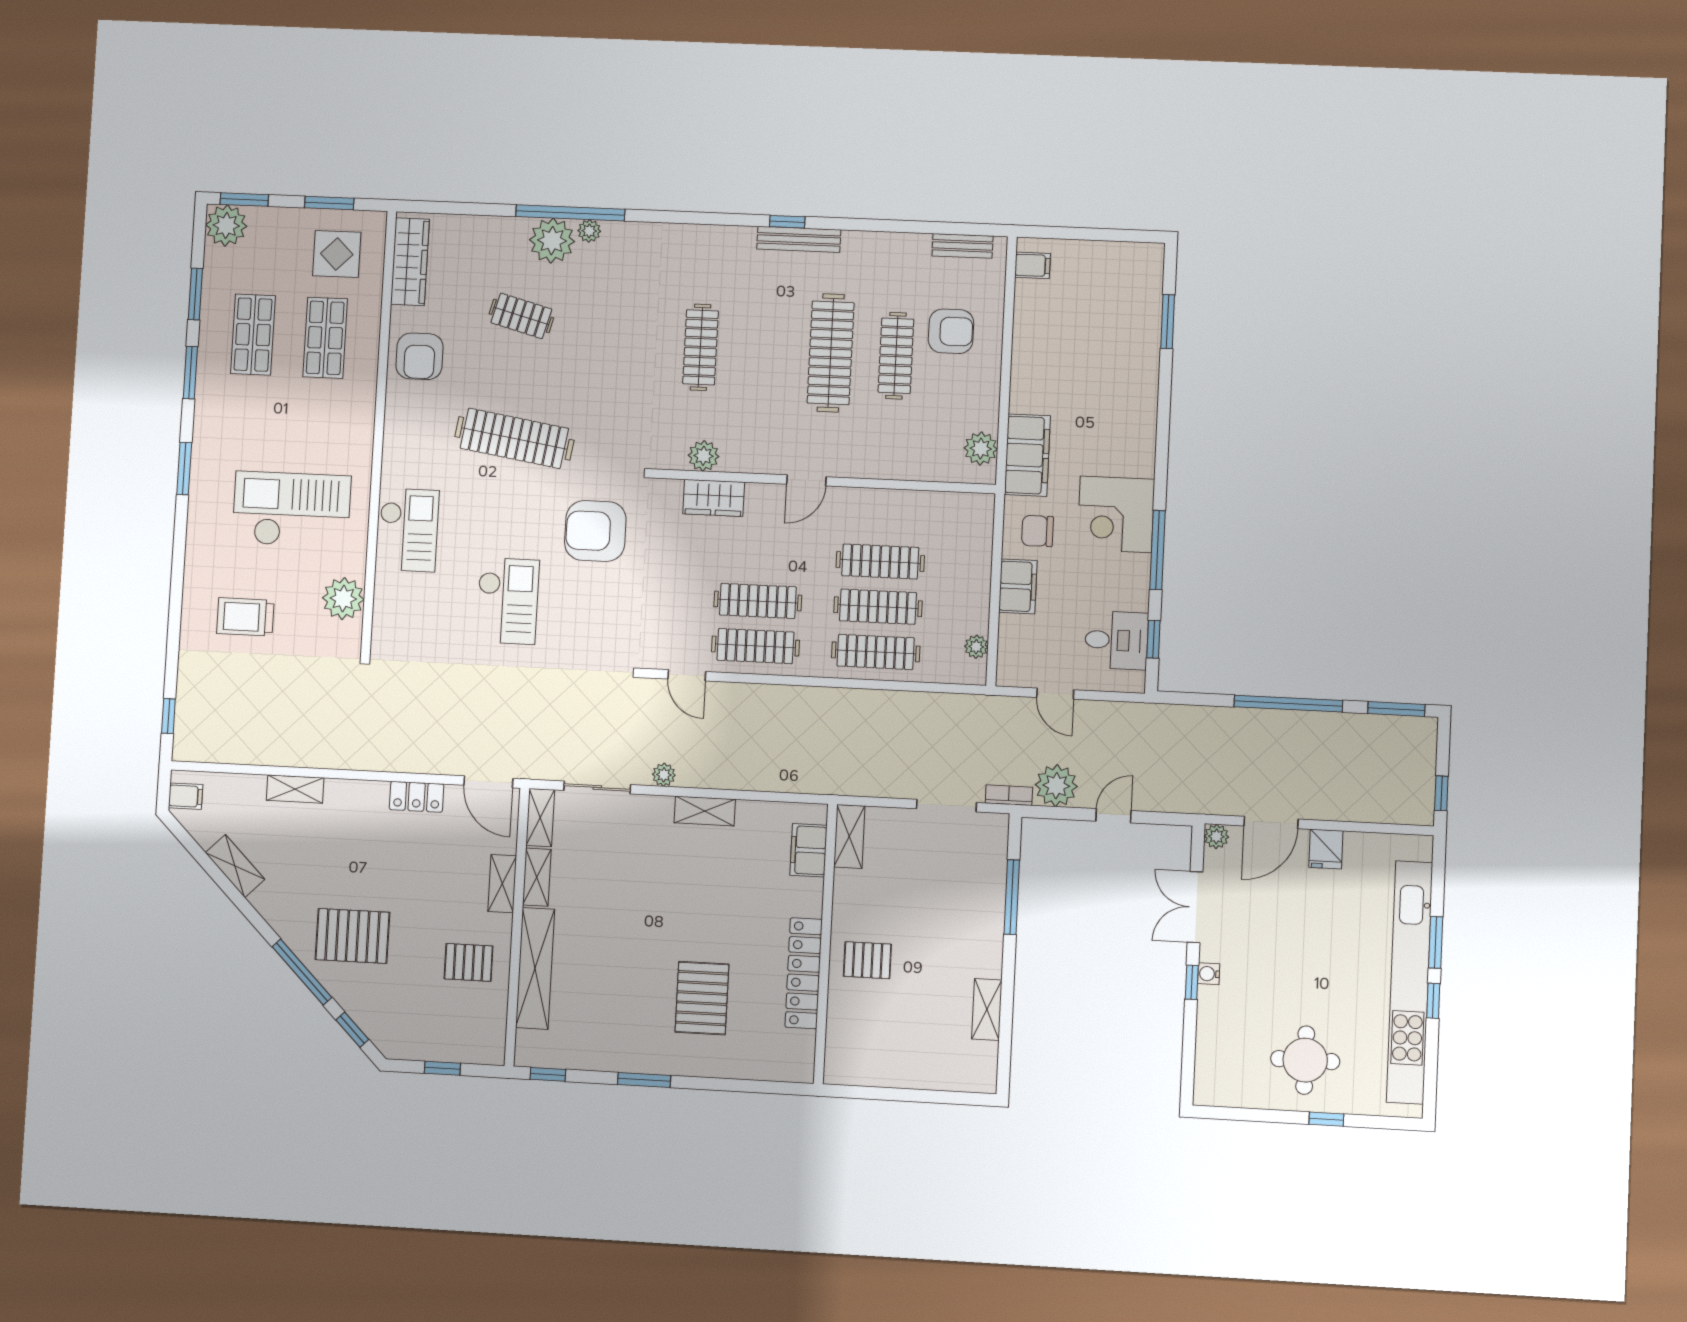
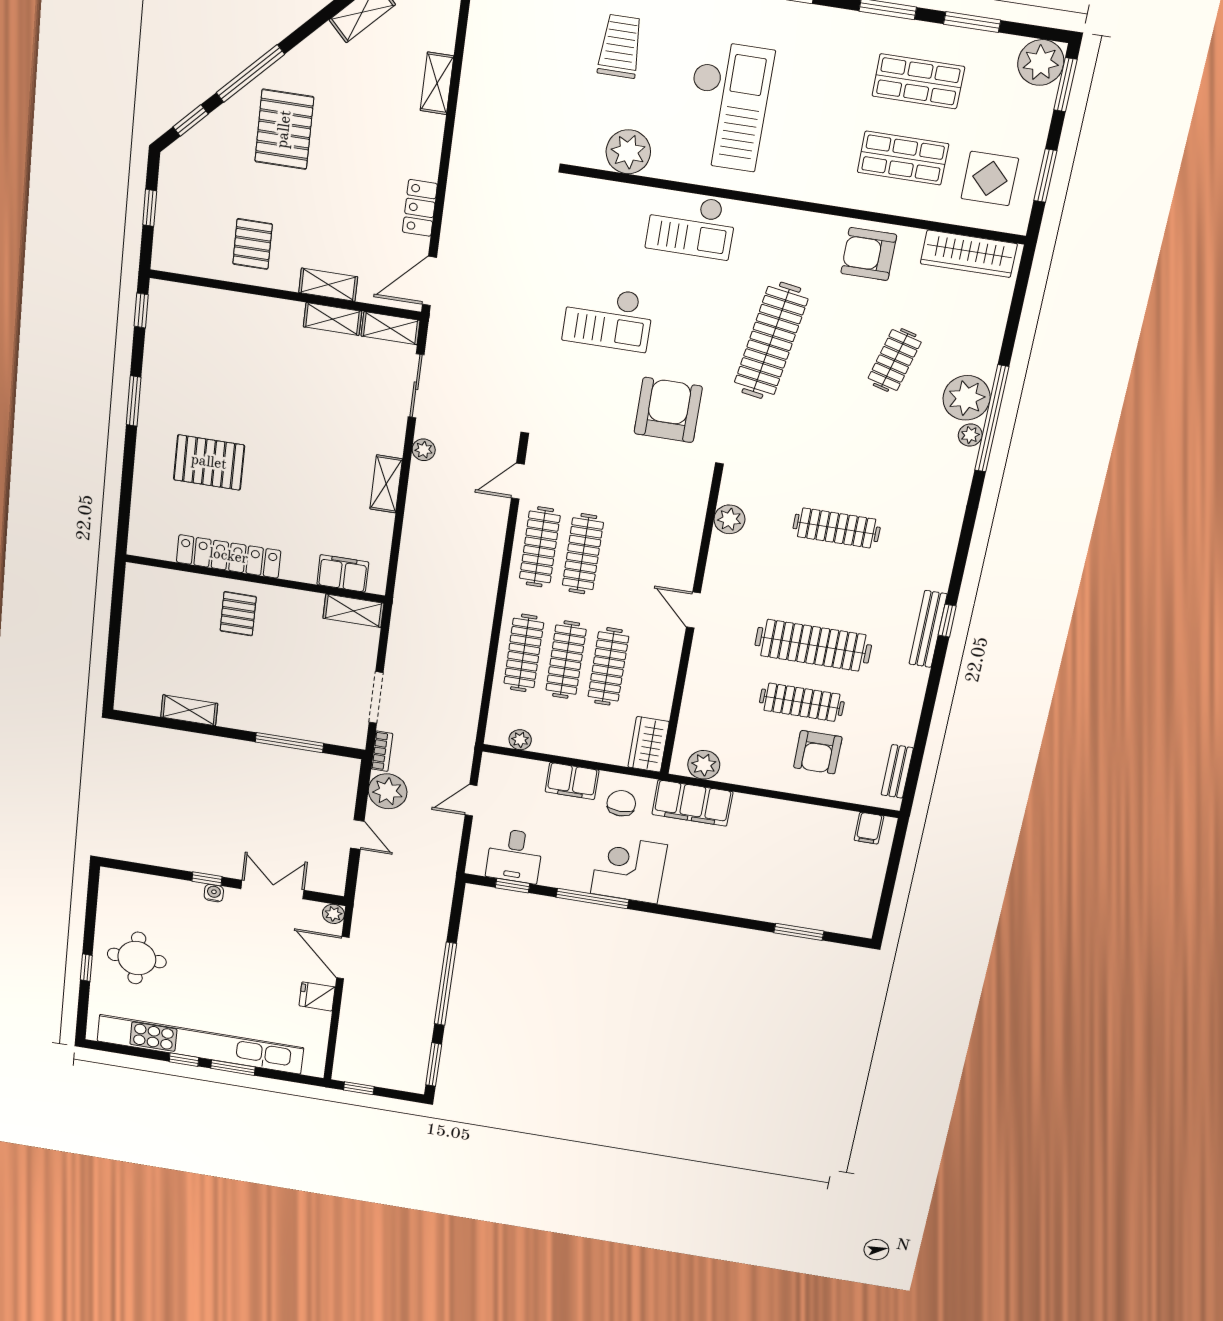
wardrobe: (714, 498) -> (649, 744), moved
shelving: (535, 968) -> (244, 308), removed

